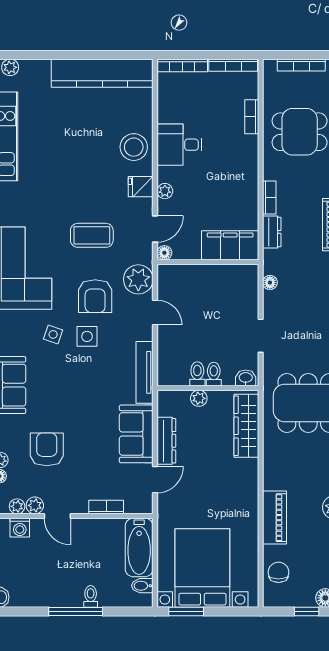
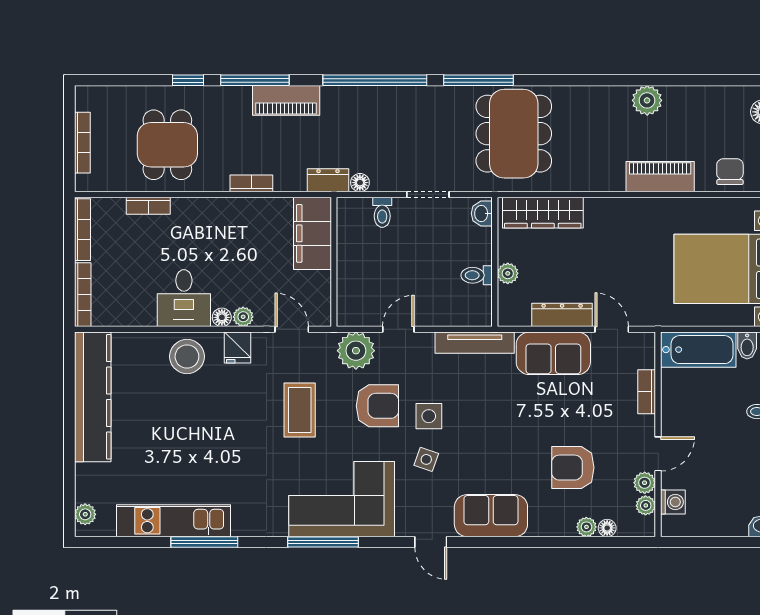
dresser: (272, 232) -> (328, 180), moved
floor lamp: (164, 253) -> (222, 317), moved
toilet: (214, 374) -> (382, 212), moved, turned -90
chair: (279, 572) -> (730, 172), turned 90

